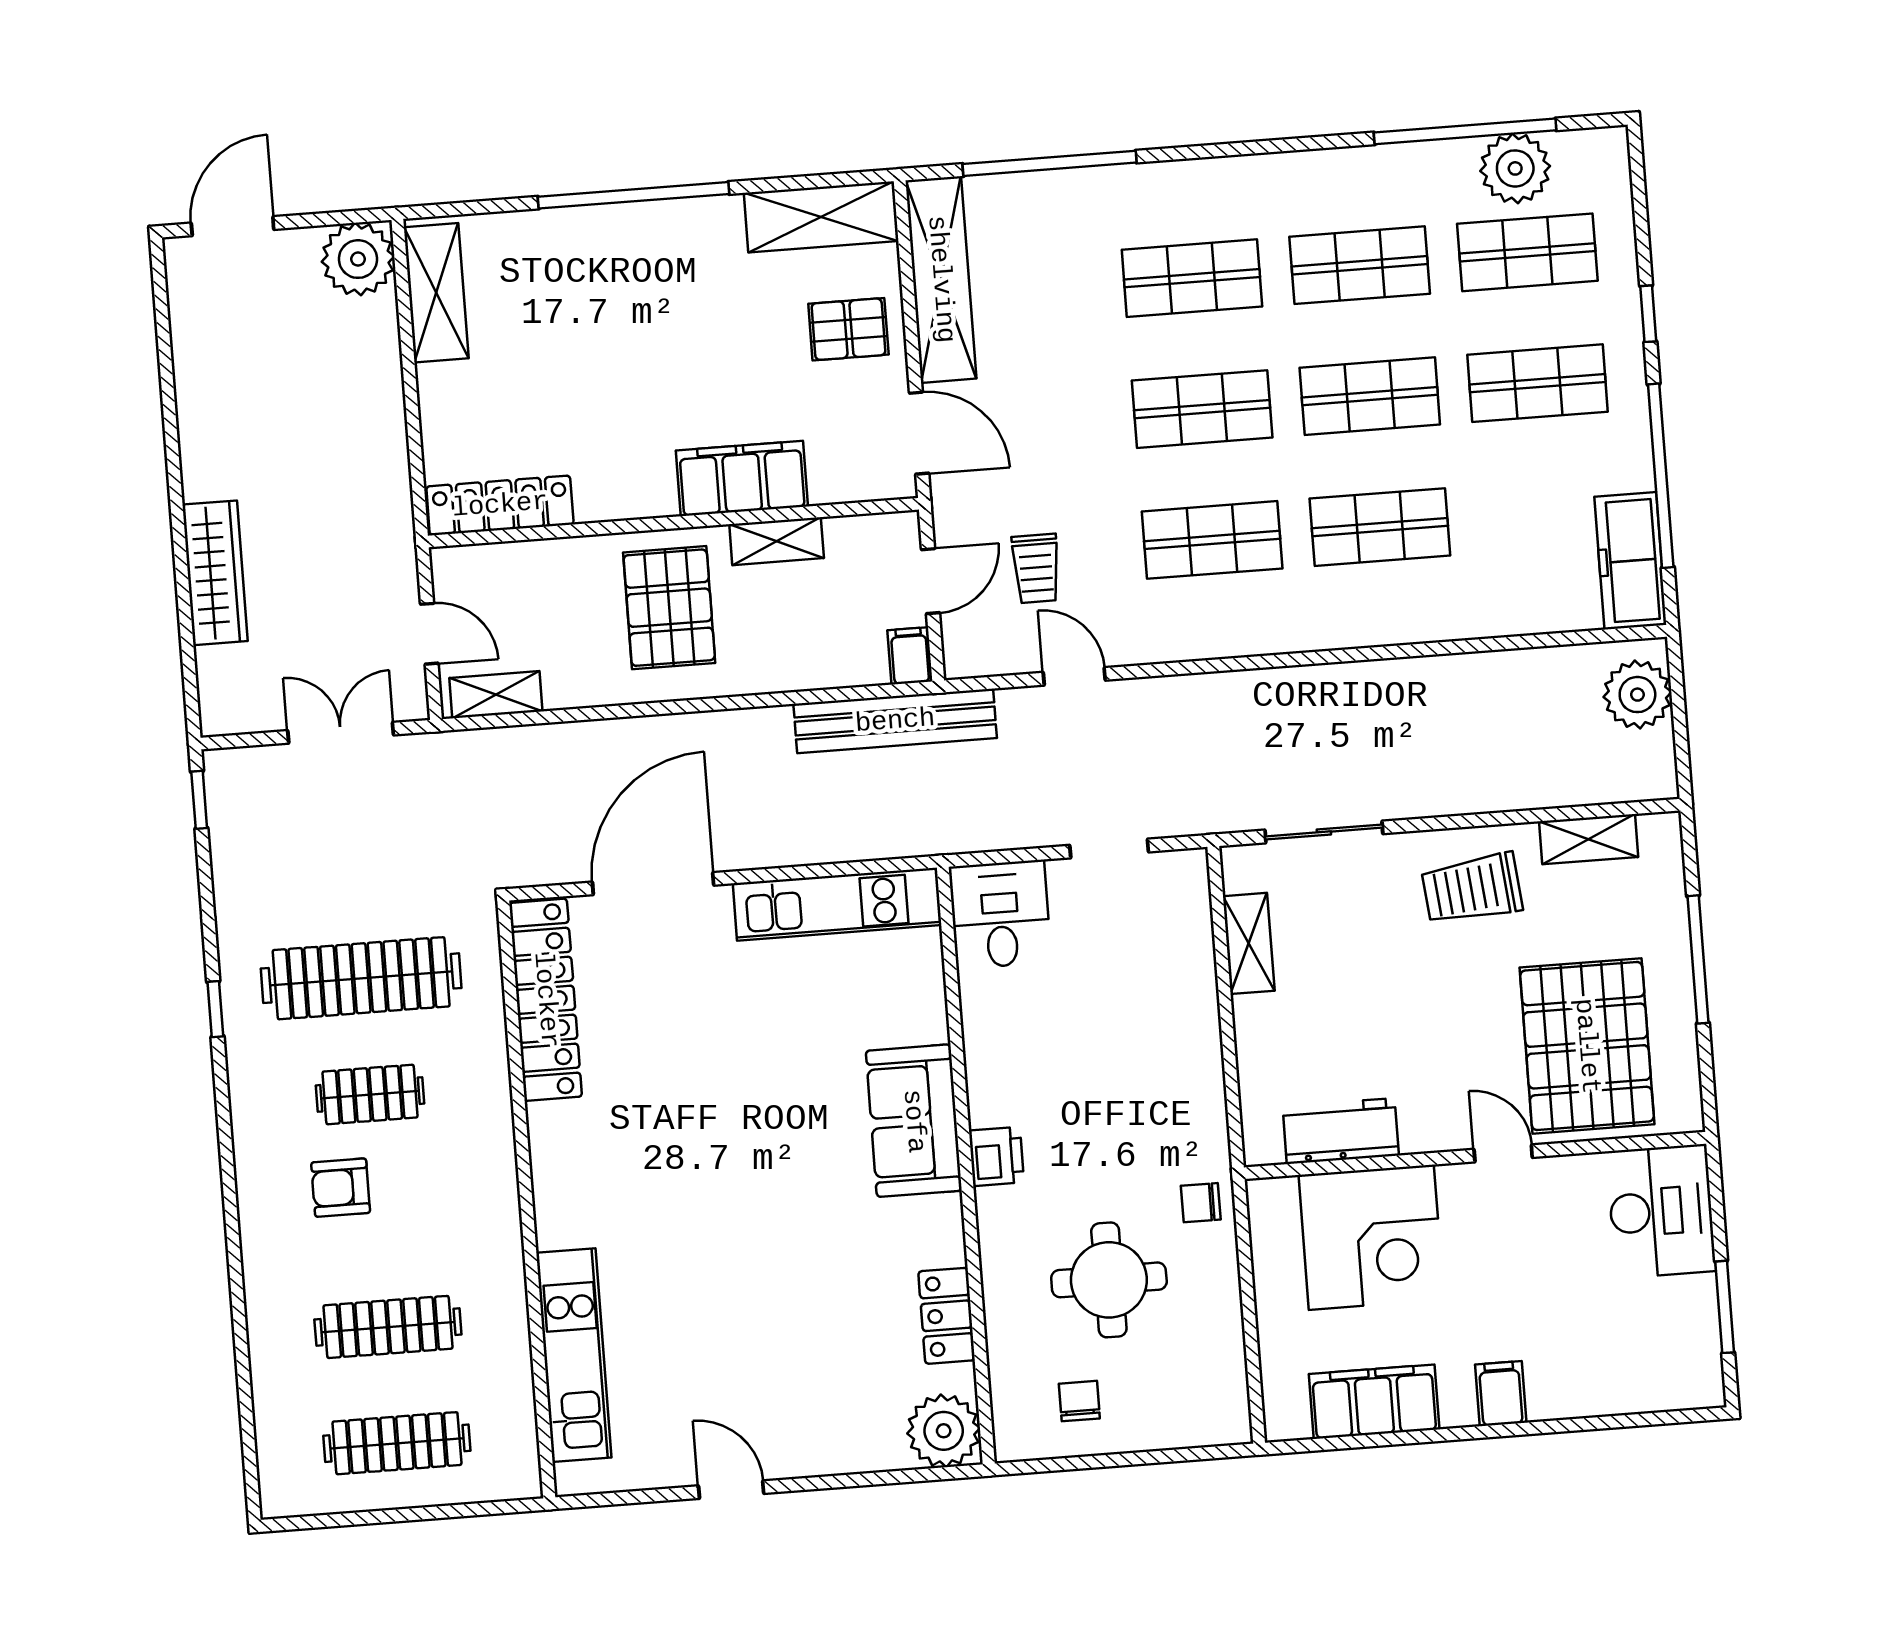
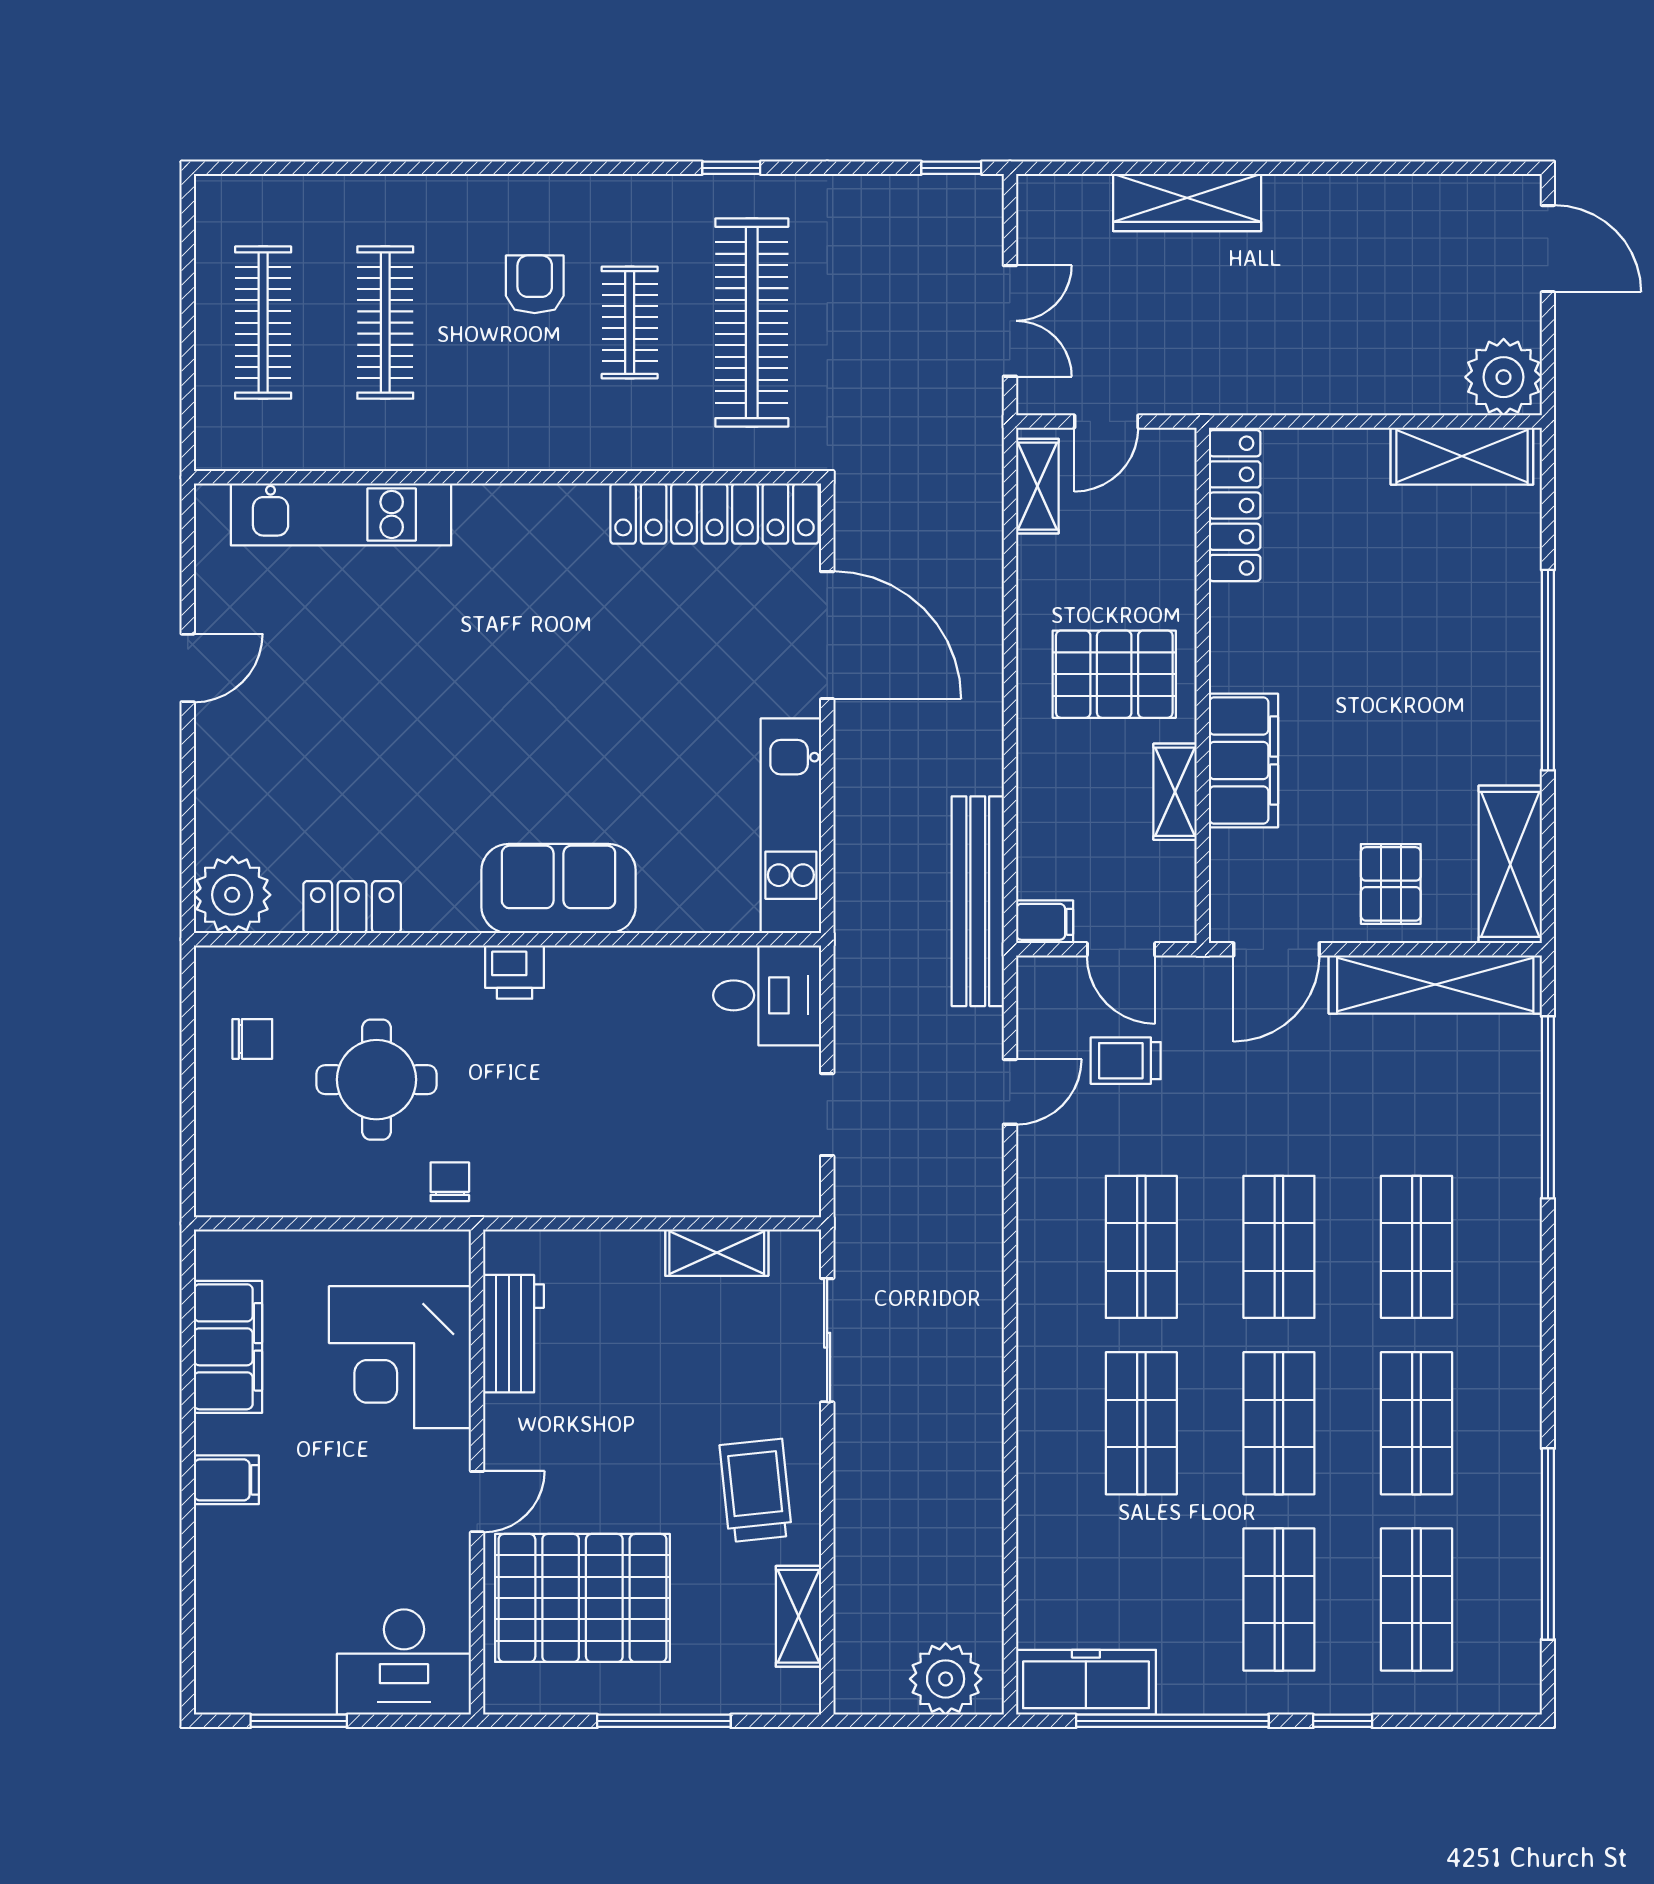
plant: (1515, 168) -> (1505, 1593), removed

